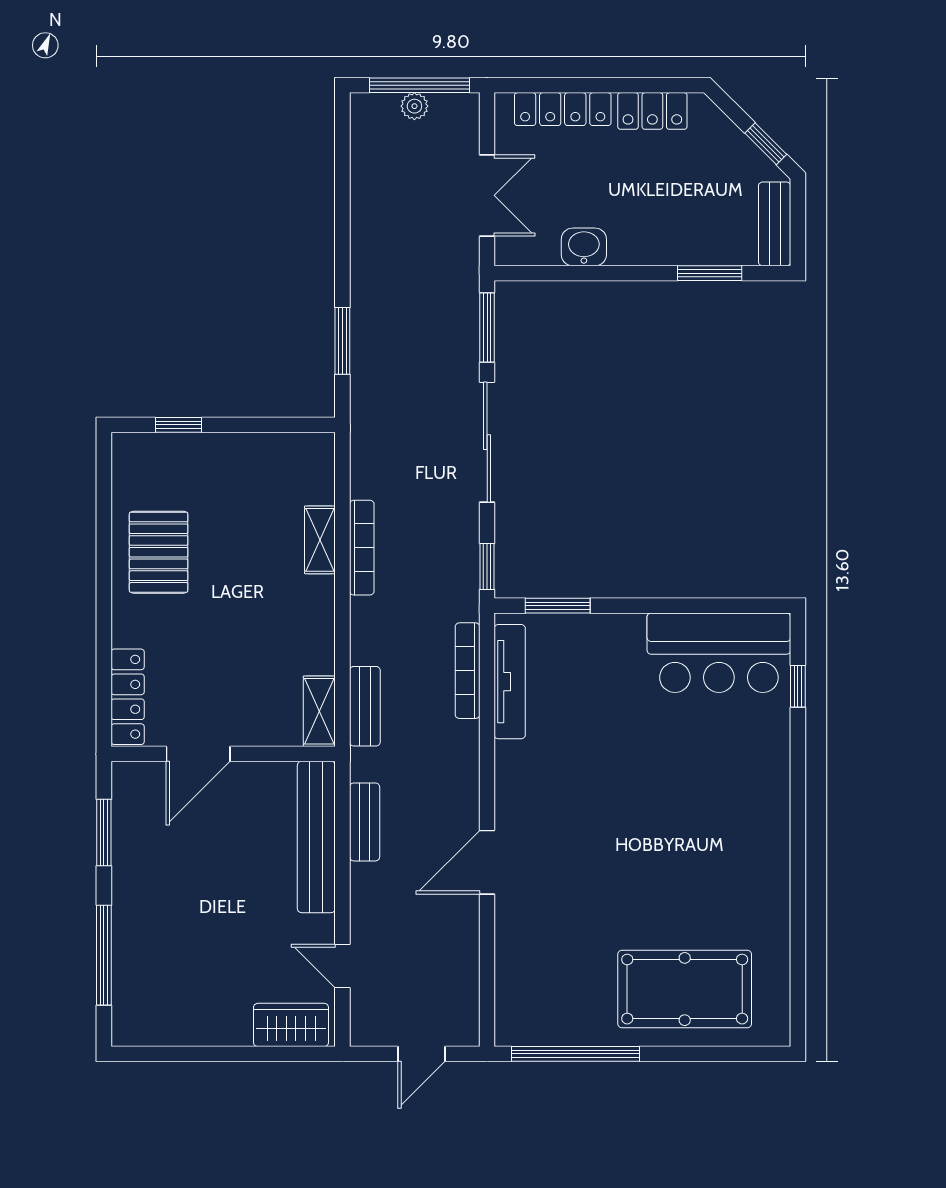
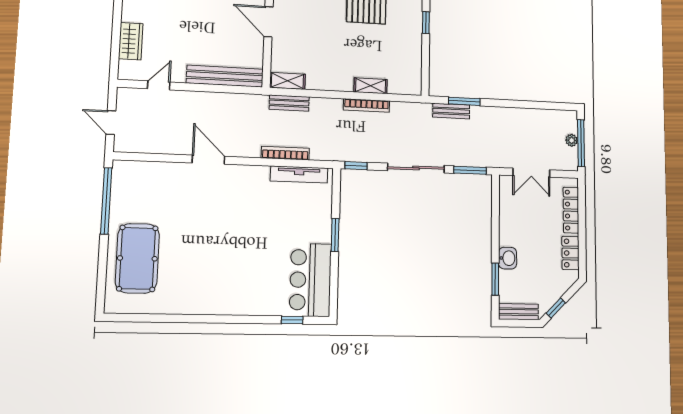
washbasin: (584, 247) -> (508, 258), moved
window: (558, 606) -> (335, 235), moved
bookcase: (468, 671) -> (285, 153), moved
bench: (365, 822) -> (451, 111), moved
wardrobe: (291, 1025) -> (131, 41), moved

